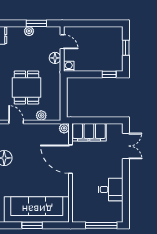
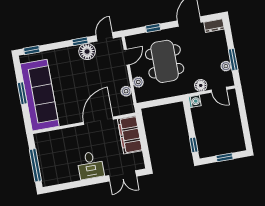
plant: (29, 31) -> (226, 66), moved
door: (62, 42) -> (219, 90), hinge flipped
dining table: (26, 87) -> (165, 61), width x1.37
plant: (64, 128) -> (126, 91), moved
desk: (111, 189) -> (90, 165), moved

